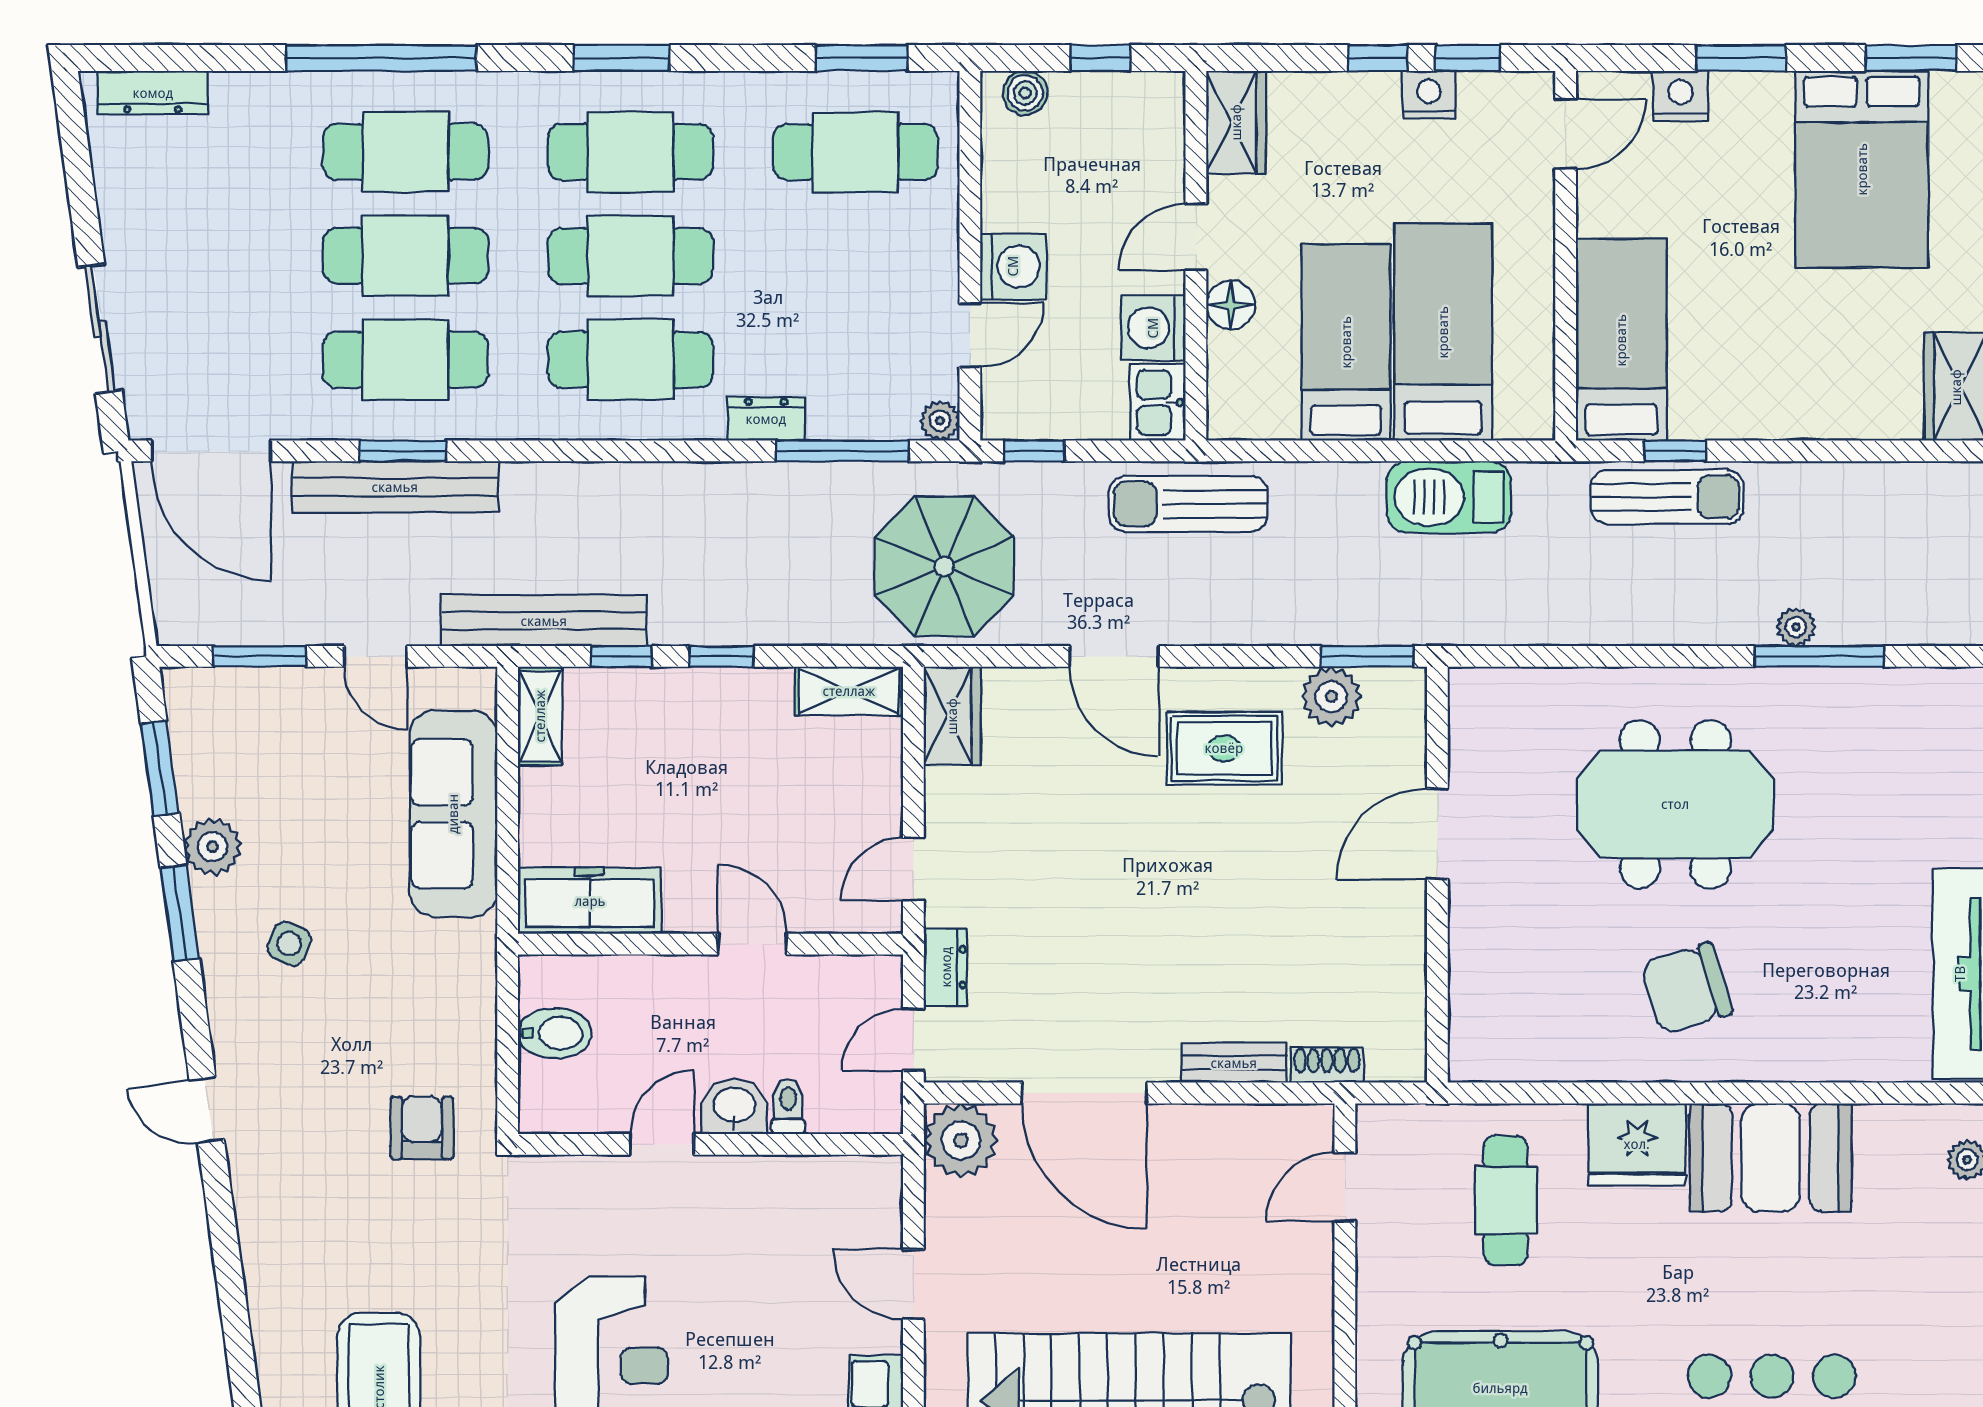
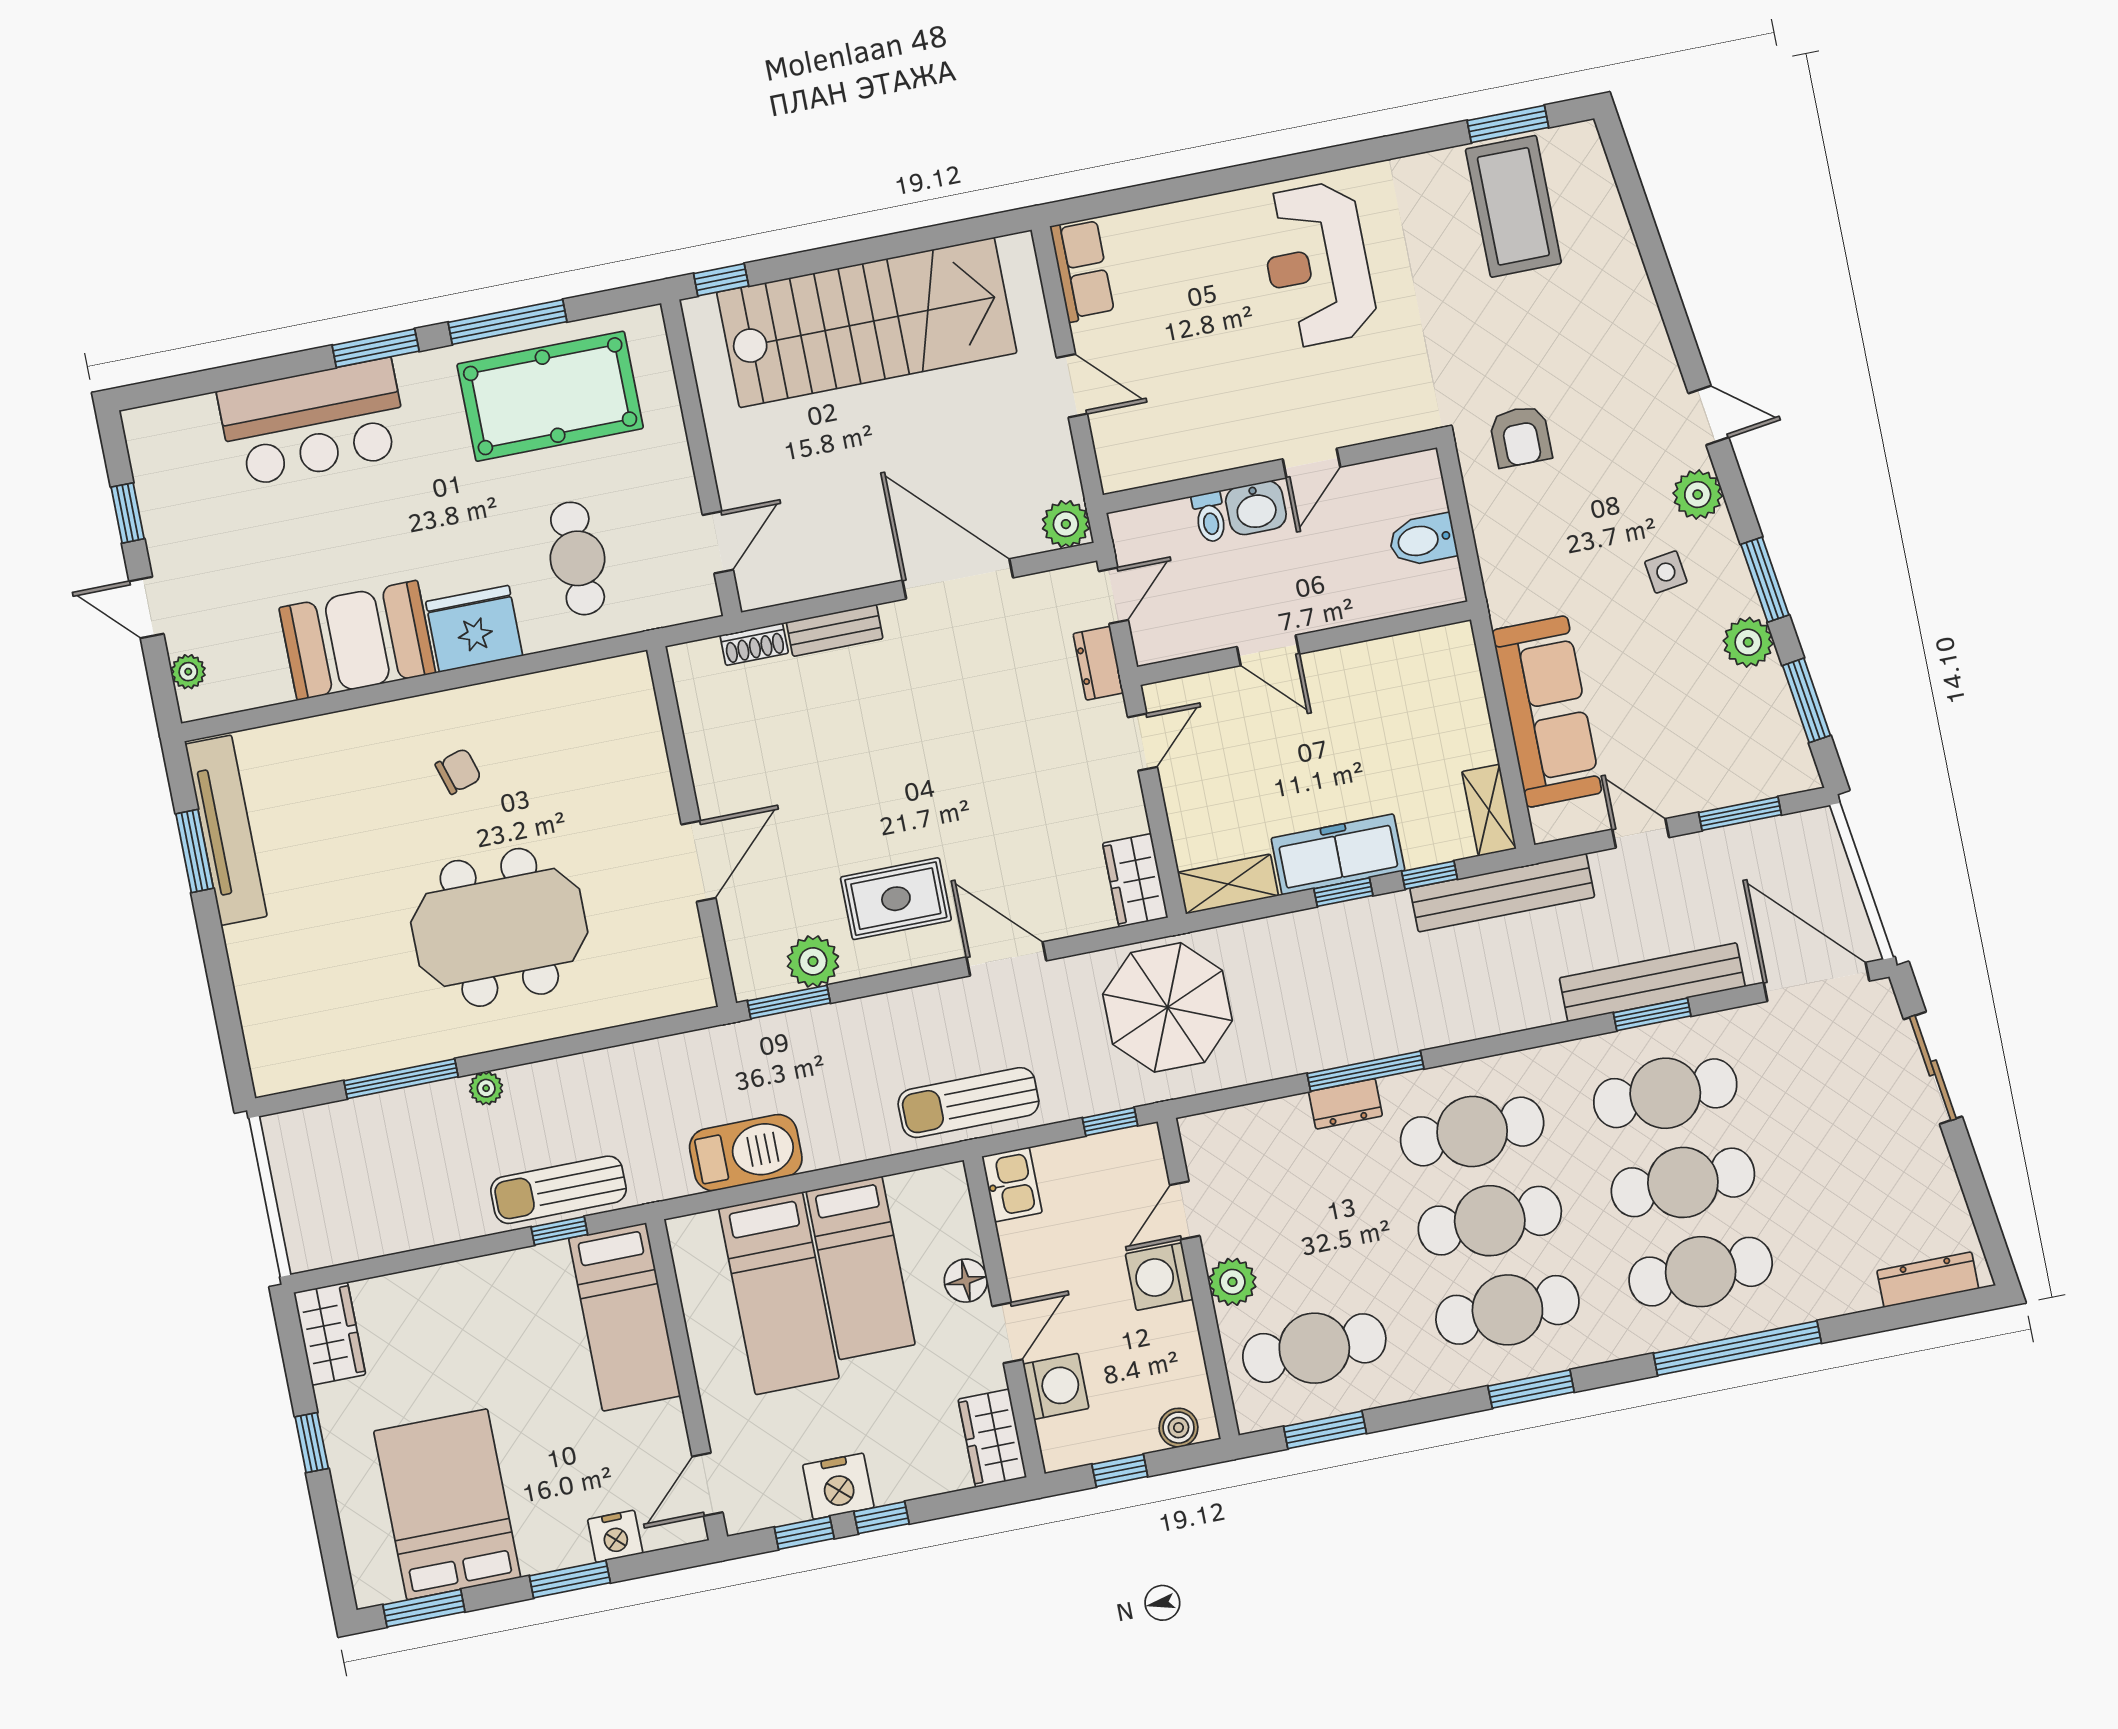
nightstand: (1429, 95) -> (838, 1486), width x1.36, depth x1.33
washing machine: (1153, 328) -> (1056, 1386), moved
plant: (940, 421) -> (1232, 1282), moved, width x1.38, depth x1.38
window: (842, 451) -> (1366, 1071), moved
sun lounger: (1188, 504) -> (968, 1103), turned 180
plant: (1796, 627) -> (486, 1088), moved
freezer: (590, 901) -> (1338, 854), moved, turned 180
side table: (289, 944) -> (1666, 572), turned -31
chair: (1686, 988) -> (458, 771), width x0.54, depth x0.54
plant: (236, 1023) -> (1698, 495), added
plant: (961, 1140) -> (1066, 524), width x0.73, depth x0.73

